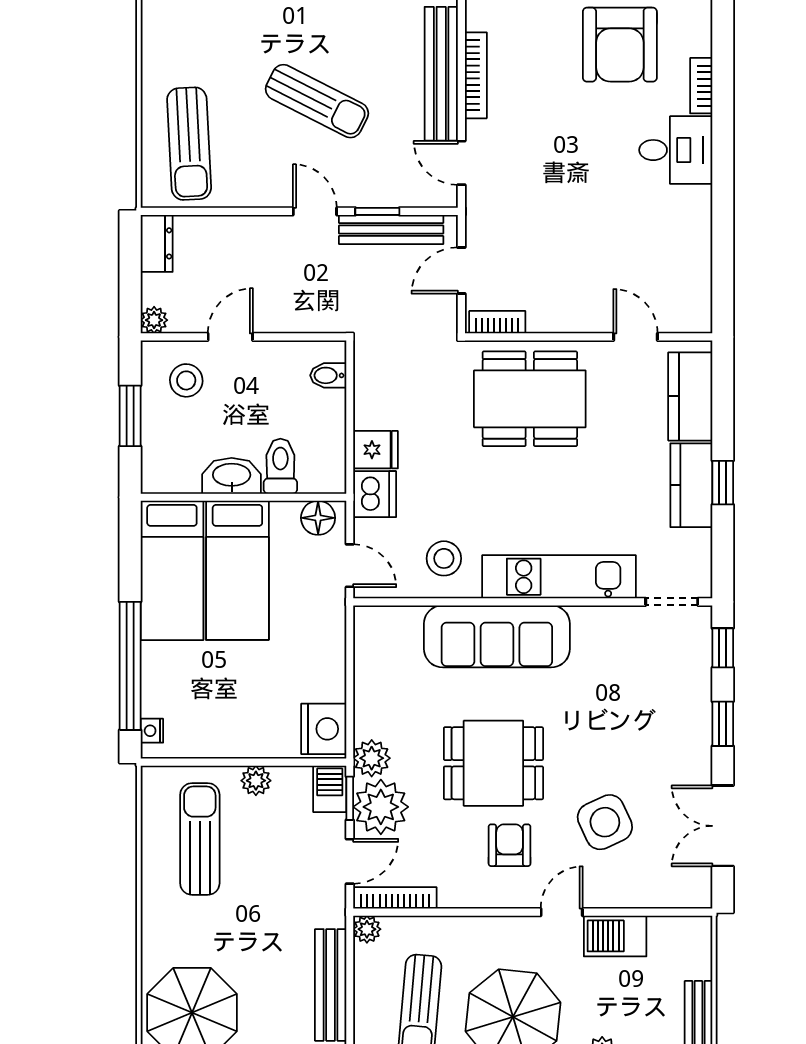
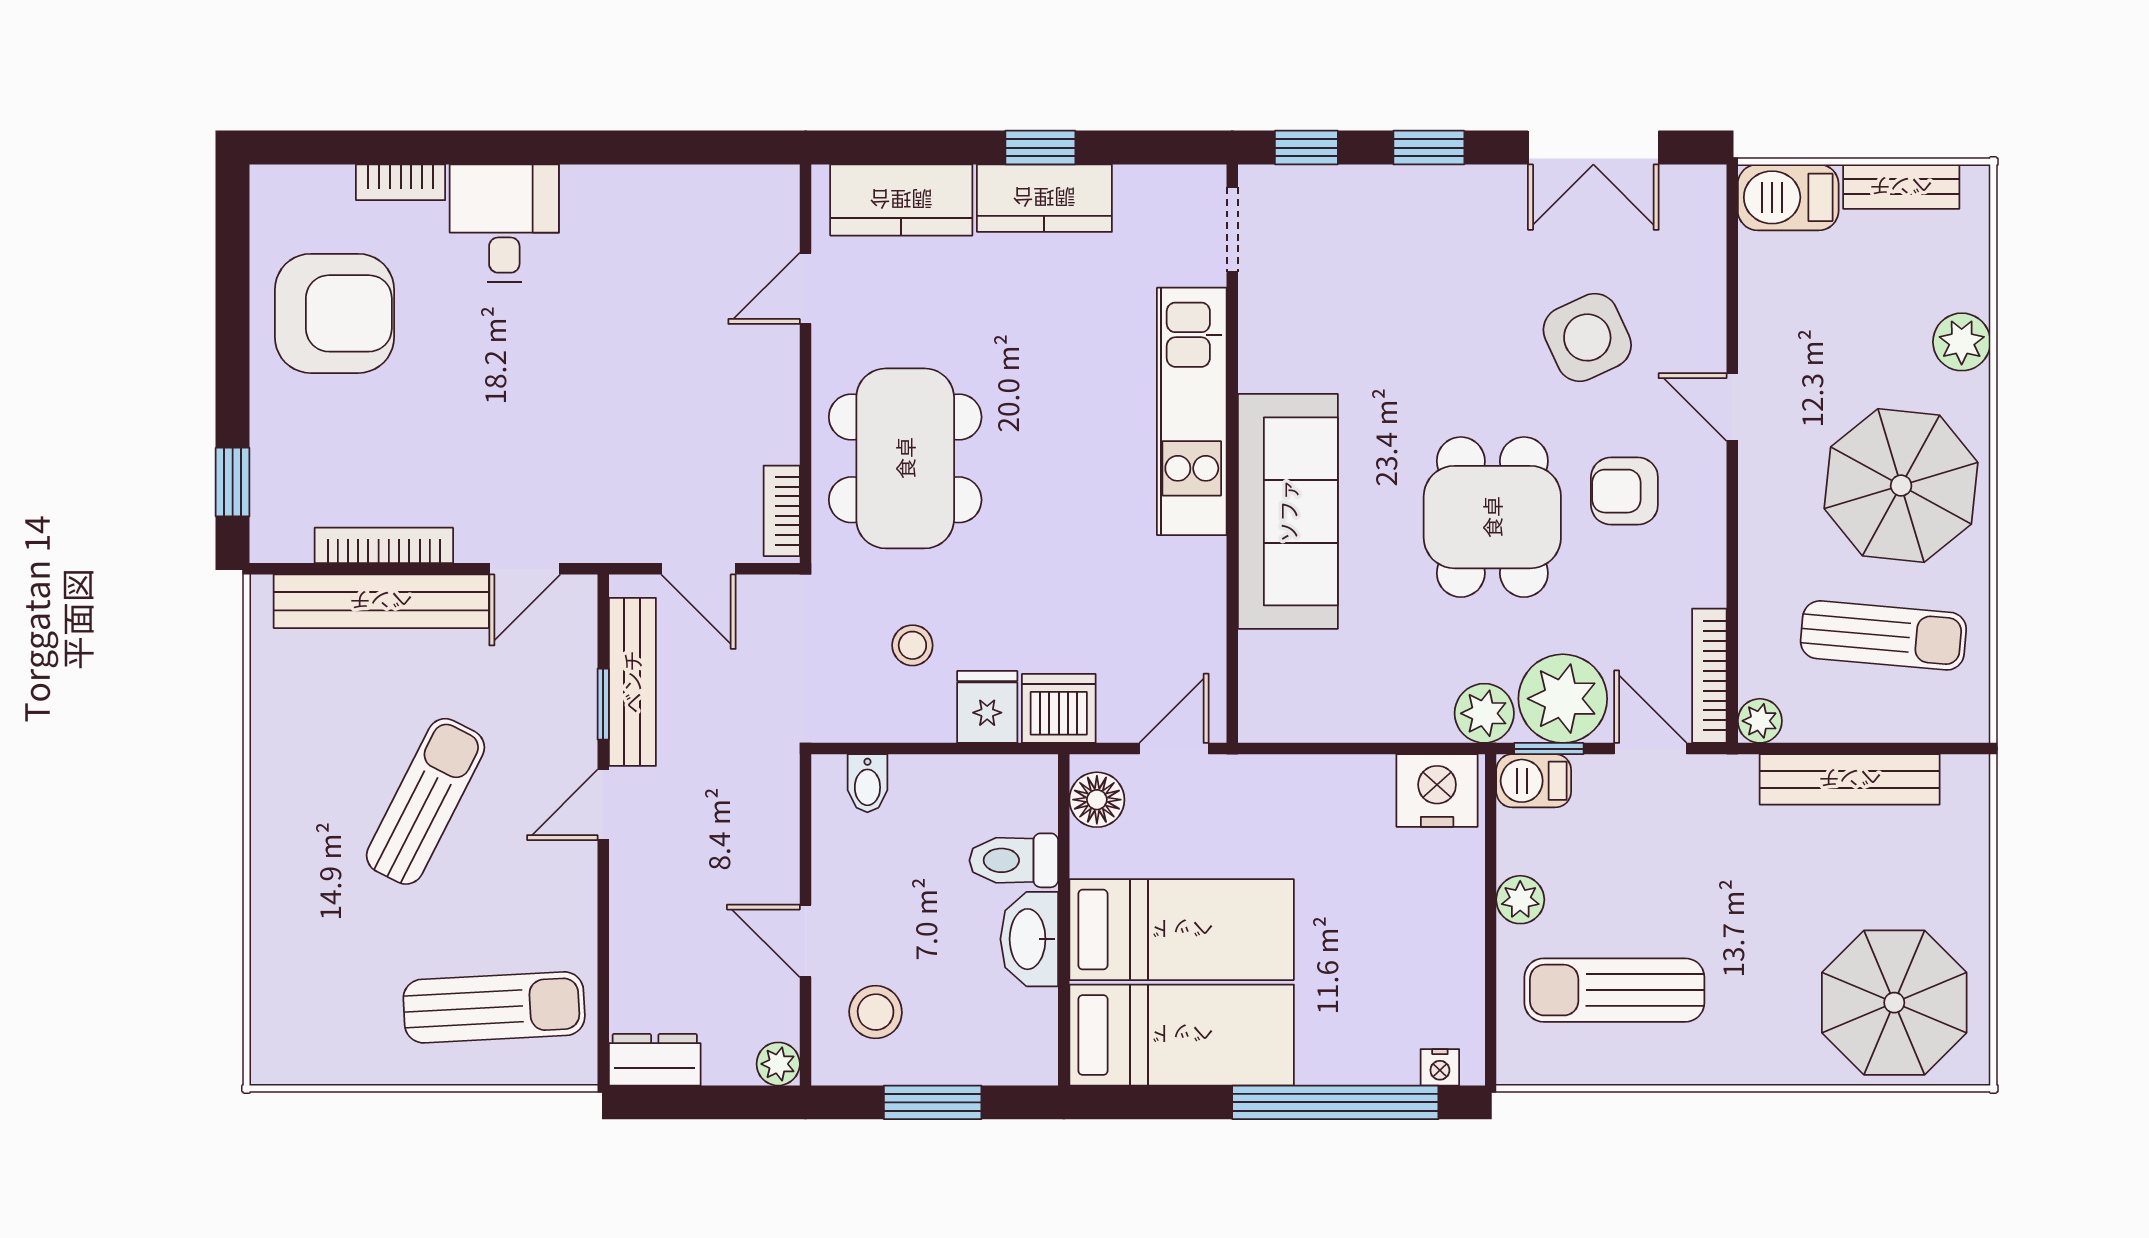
stool: (444, 558) -> (912, 645), moved, width x0.73, depth x0.73
barbecue: (615, 936) -> (1788, 197), moved, turned 90

